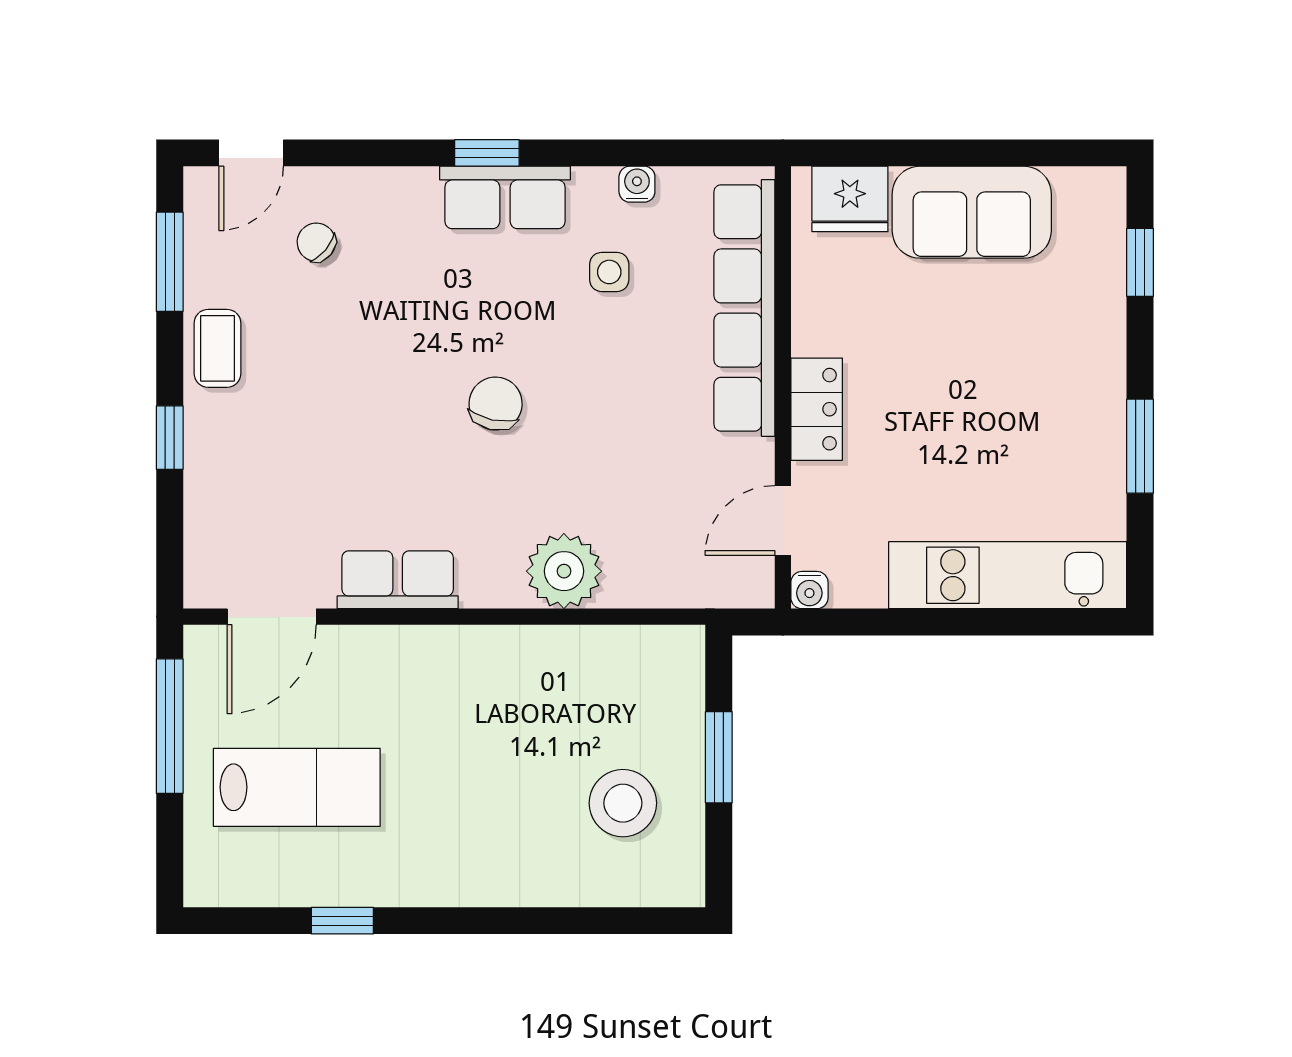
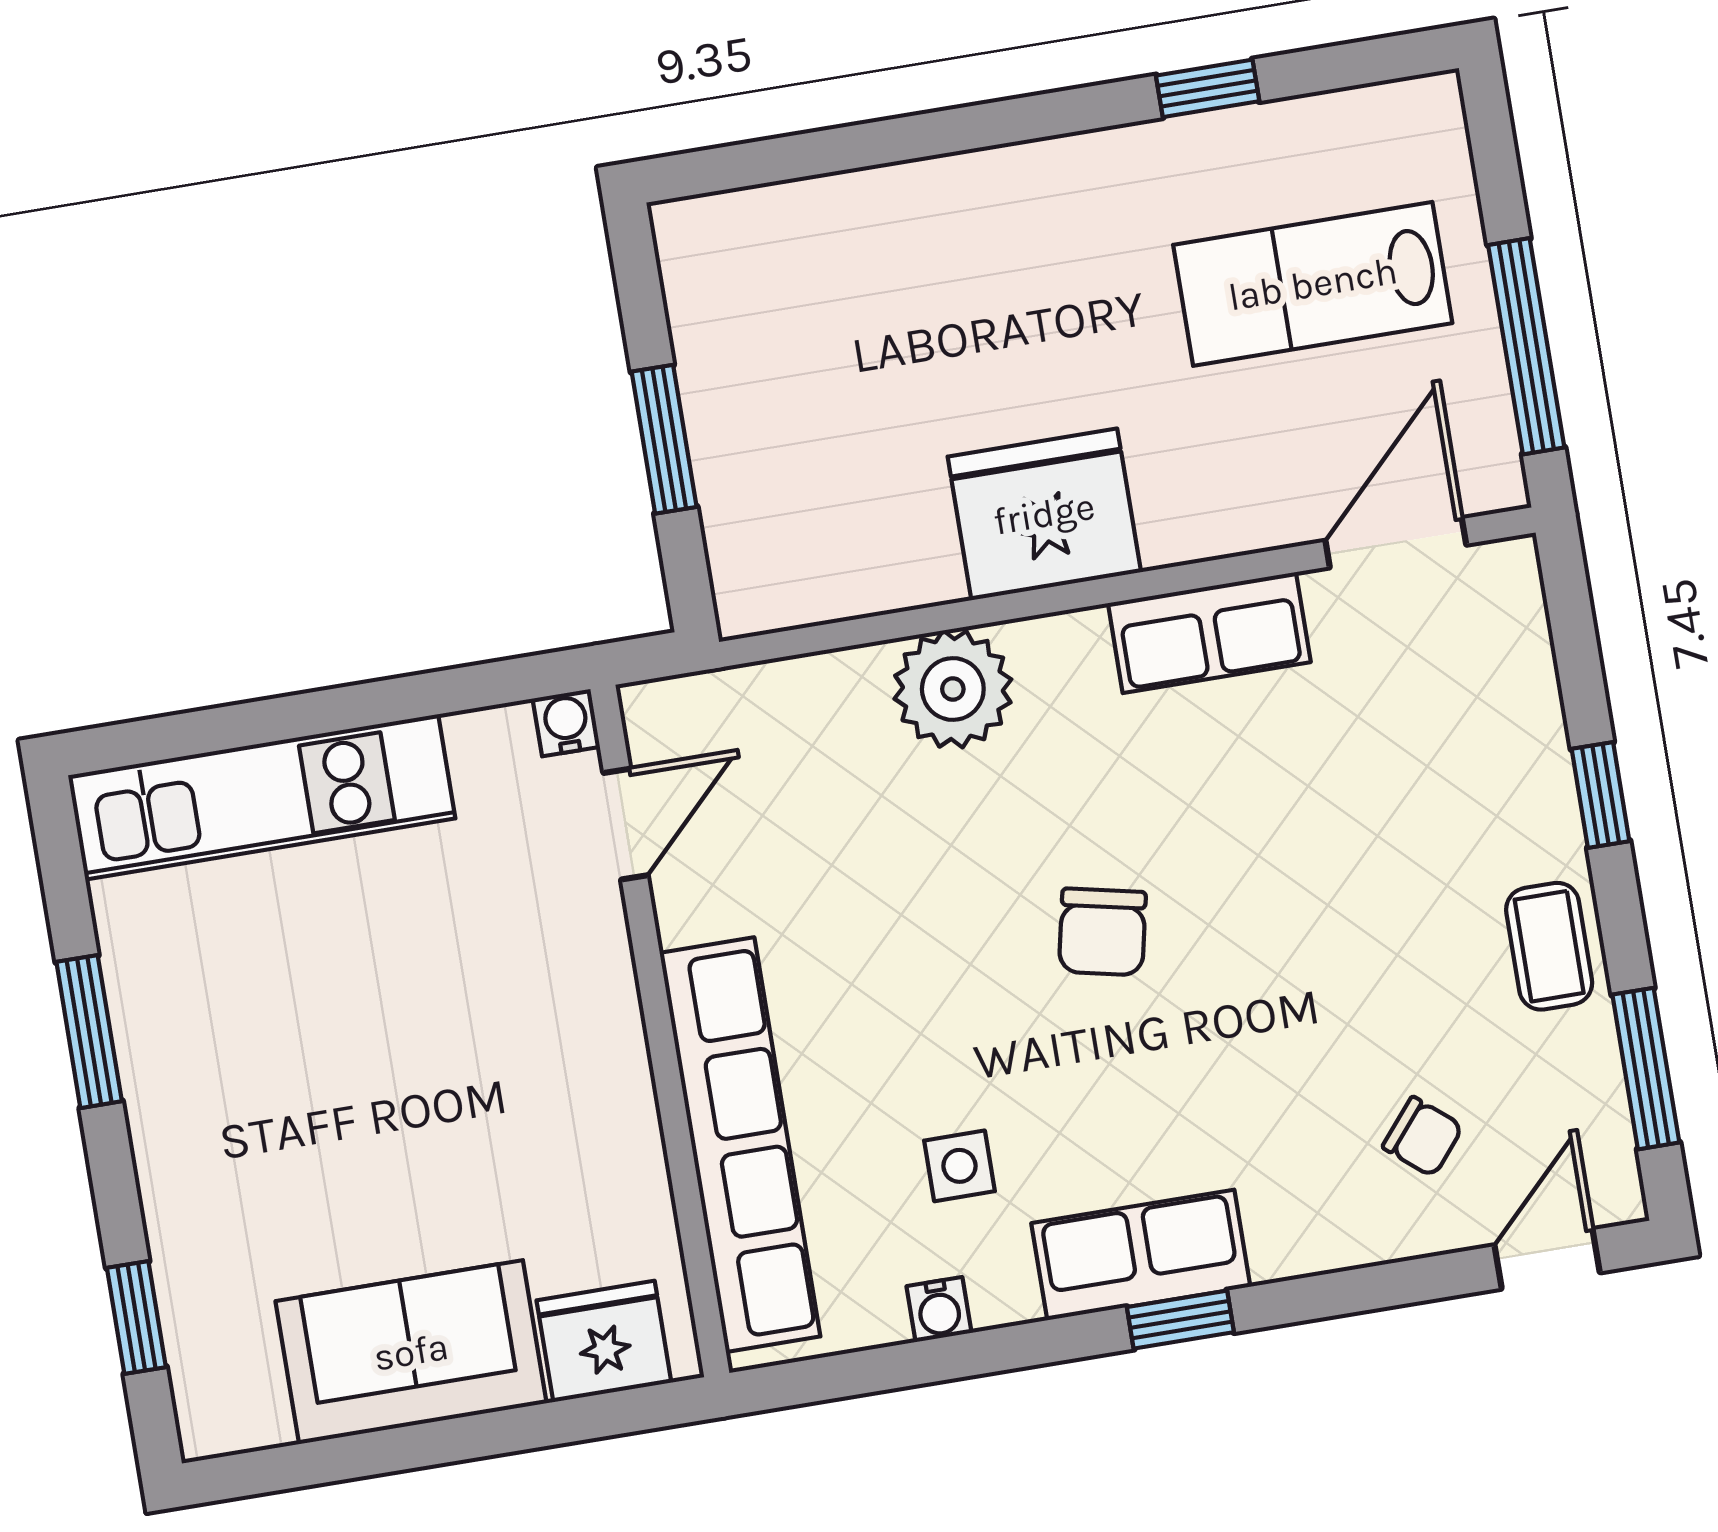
locker: (817, 409) -> (602, 1006), removed
fridge: (489, 671) -> (1044, 514), added
stool: (623, 803) -> (802, 343), removed

